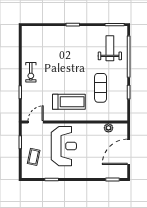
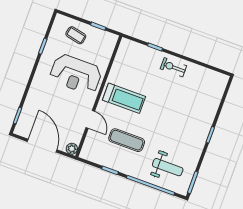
treadmill: (69, 102) -> (124, 98), turned -90
door: (36, 122) -> (90, 119), moved
plant: (108, 128) -> (72, 149), moved

